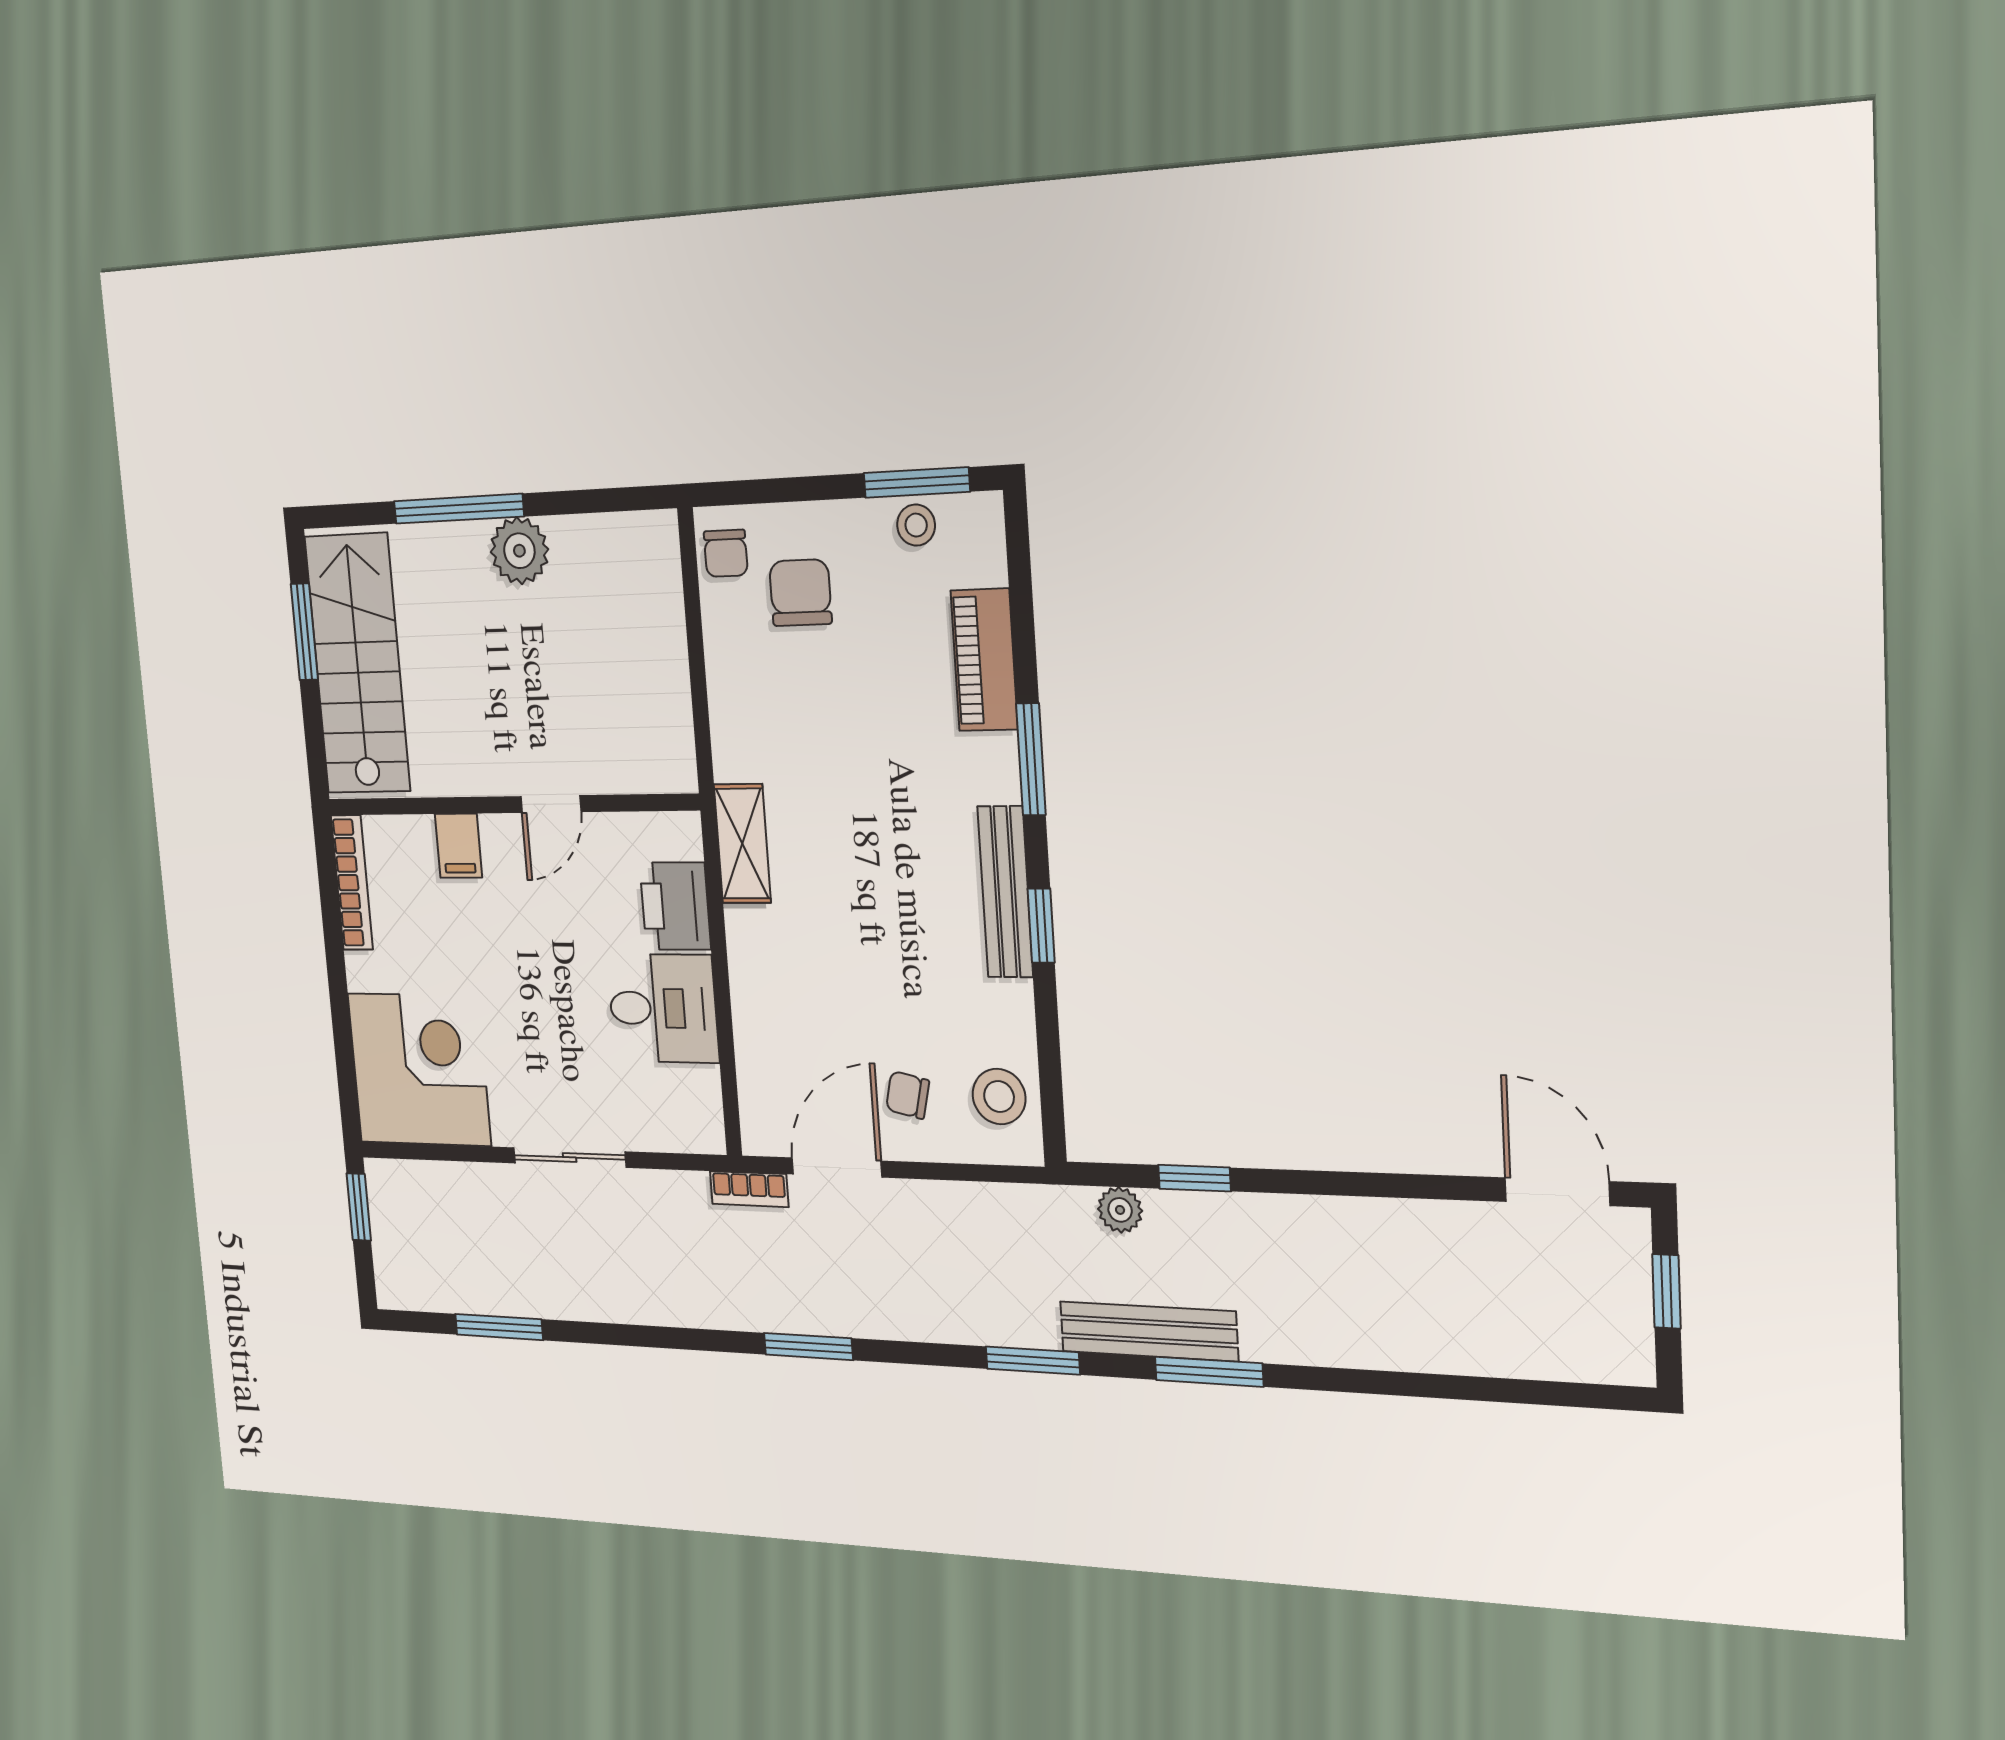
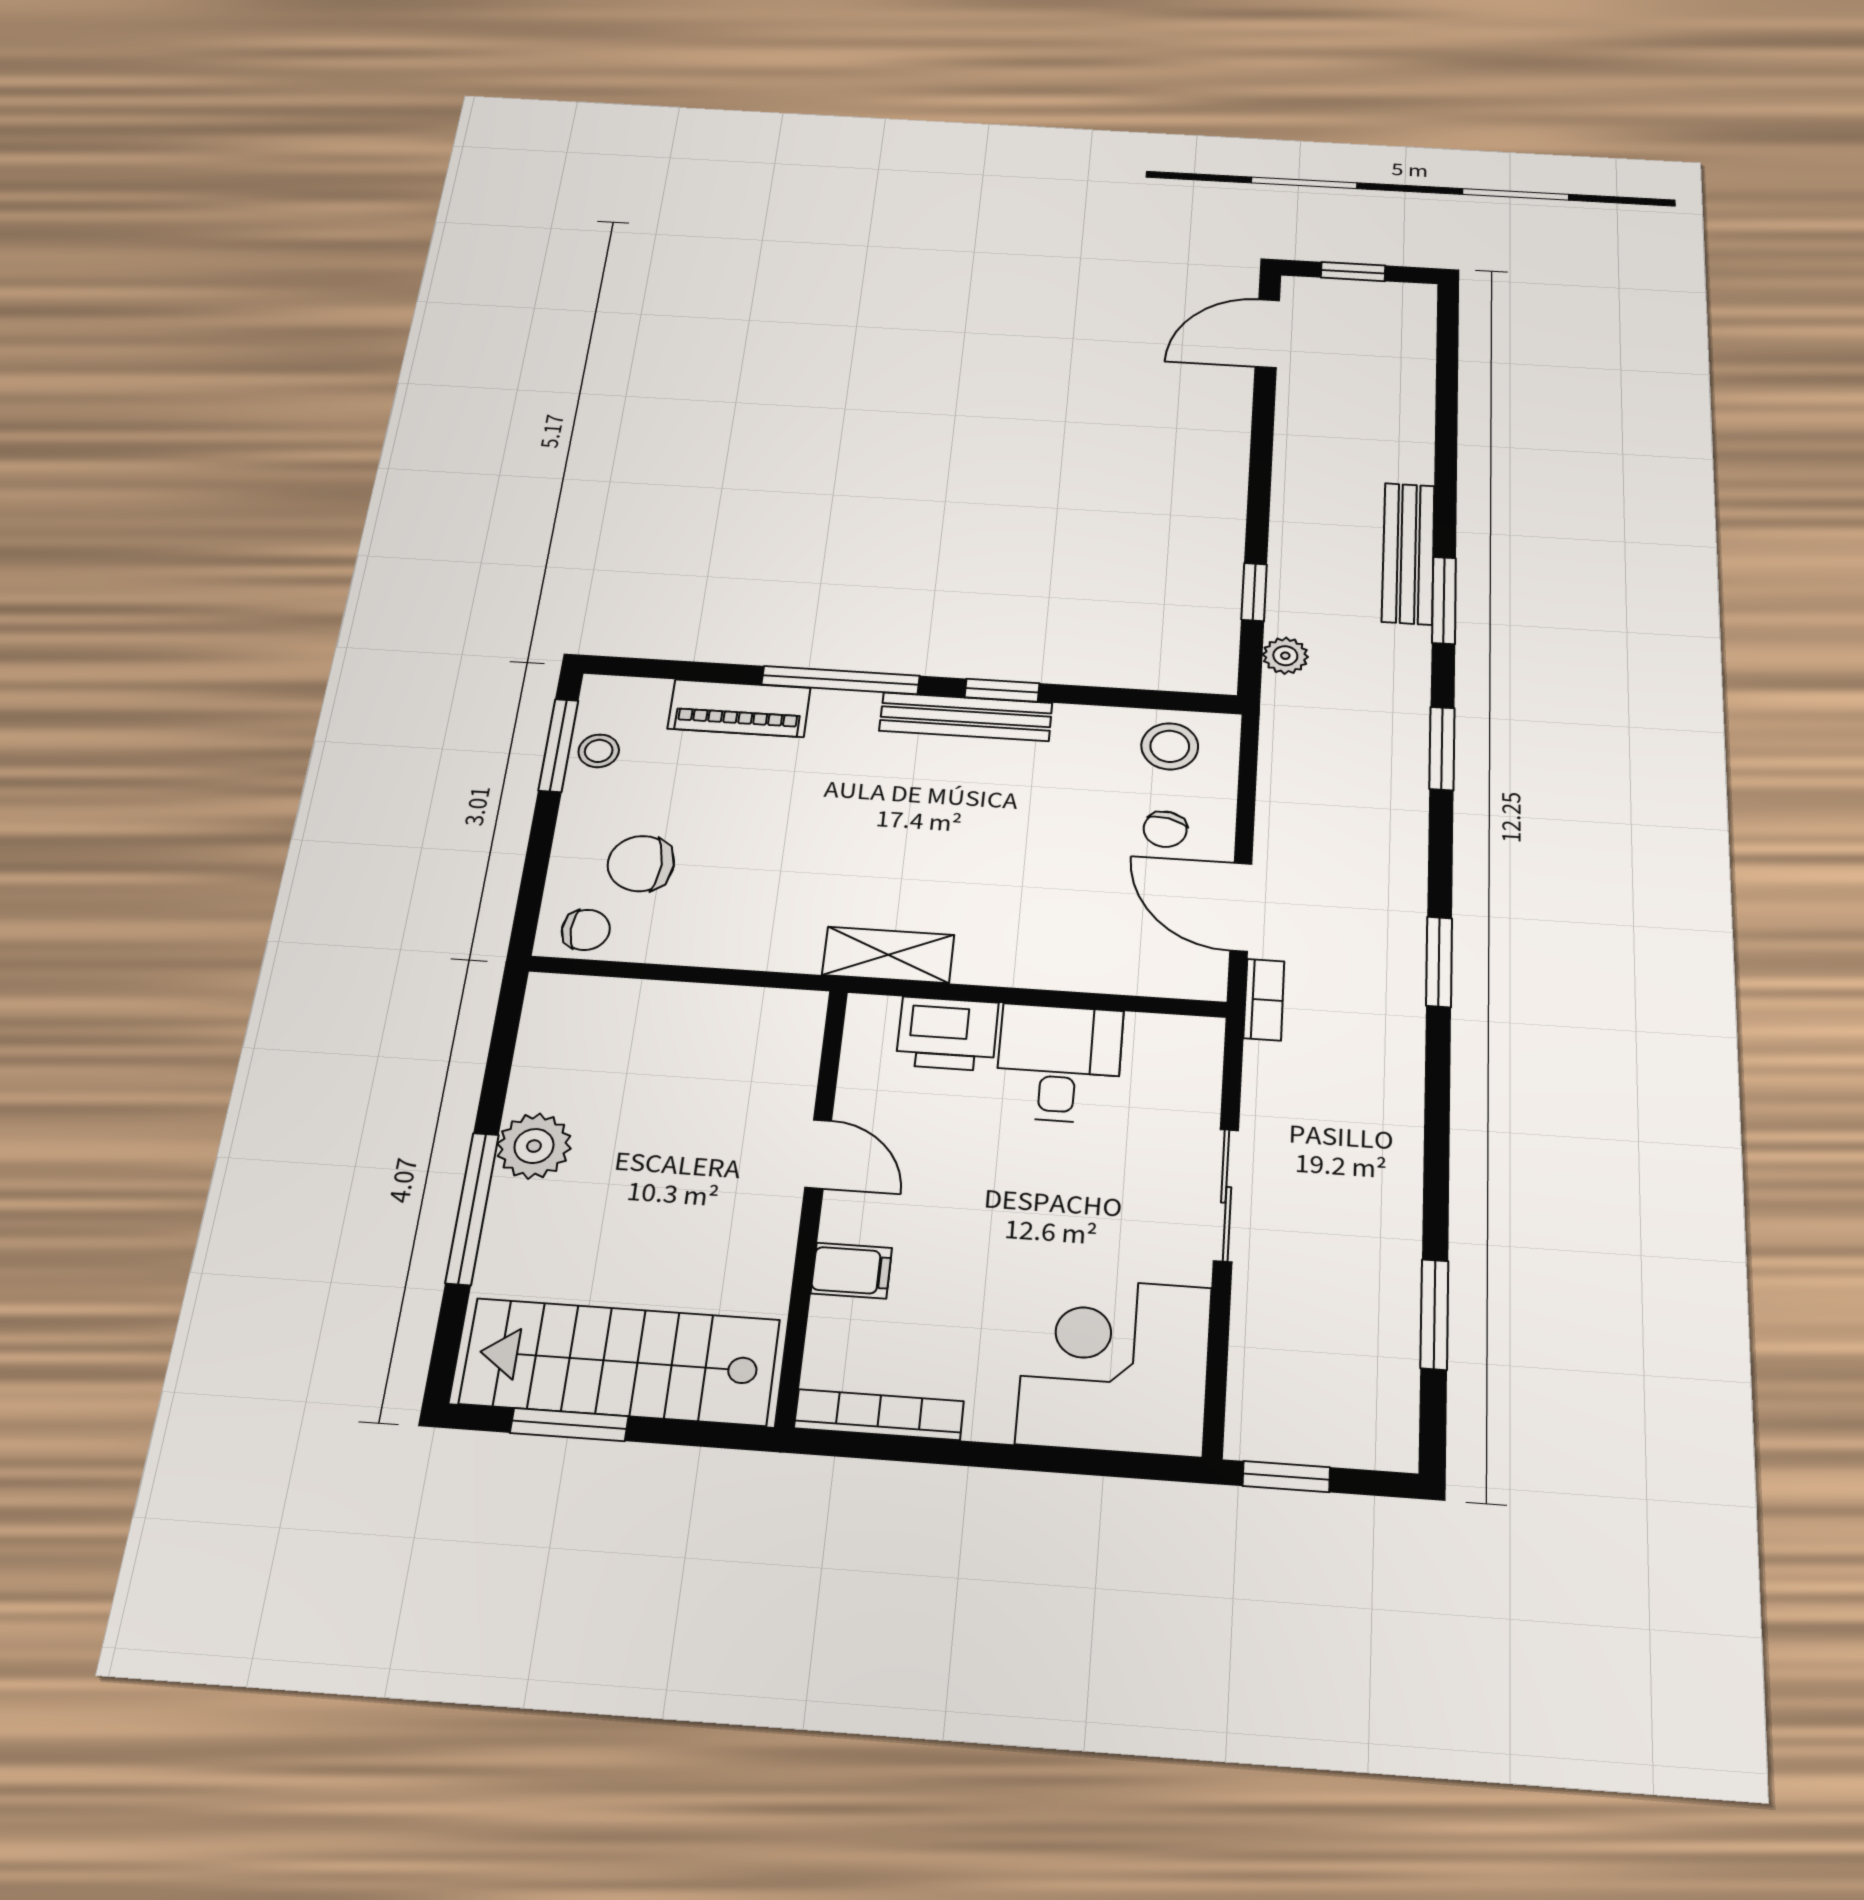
window: (1031, 759) -> (841, 680), width x1.44
bench: (1149, 1331) -> (1408, 553), moved

